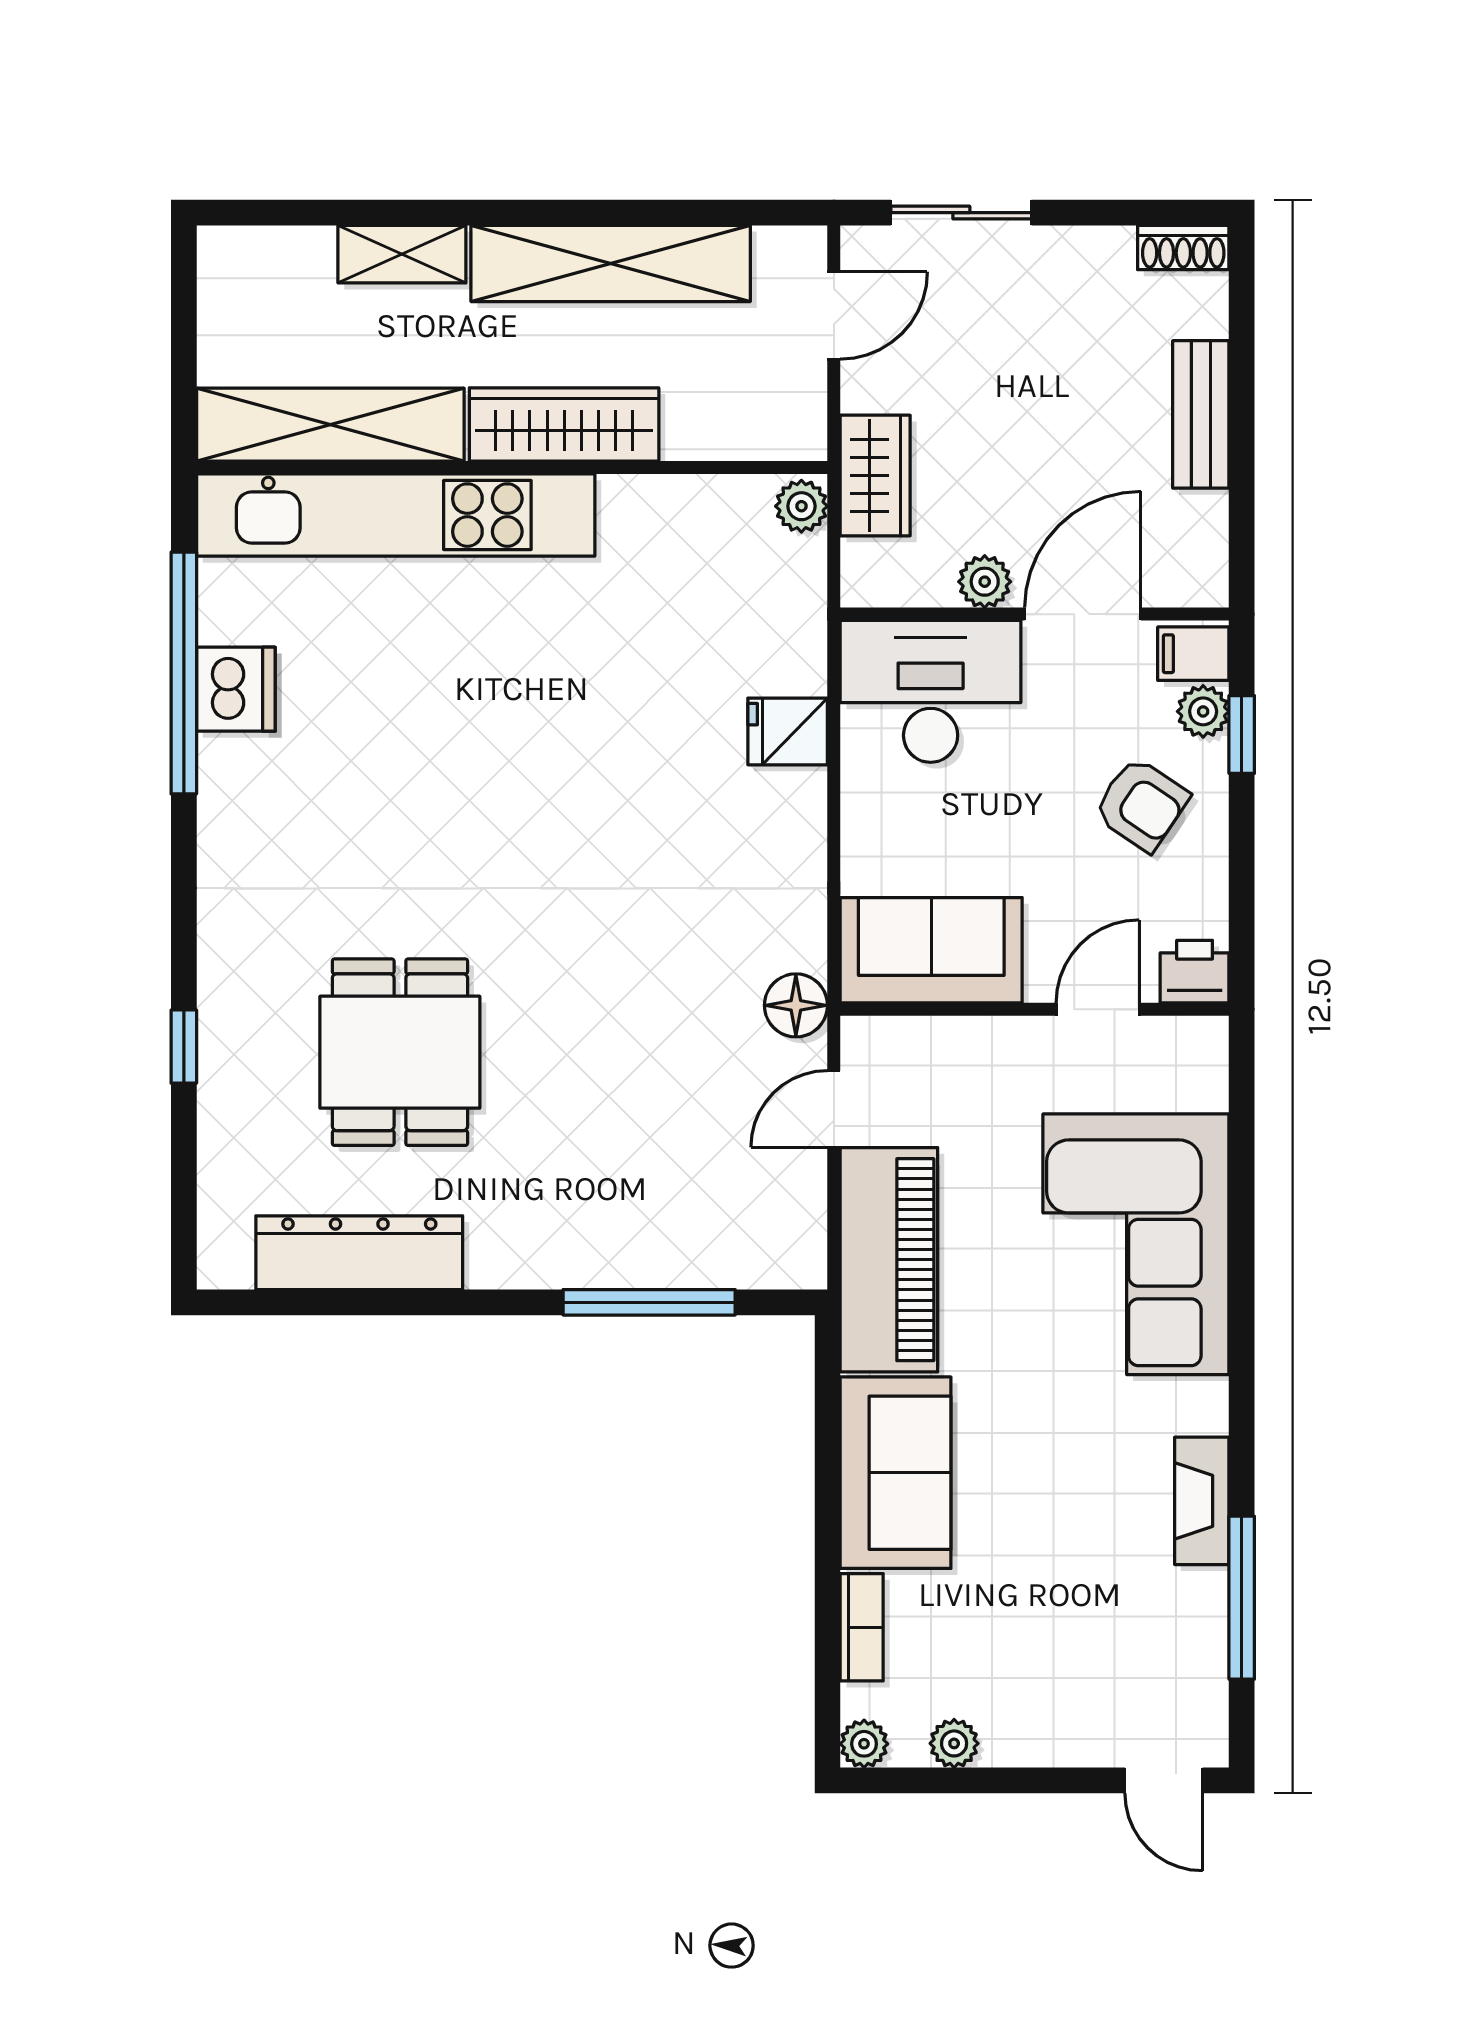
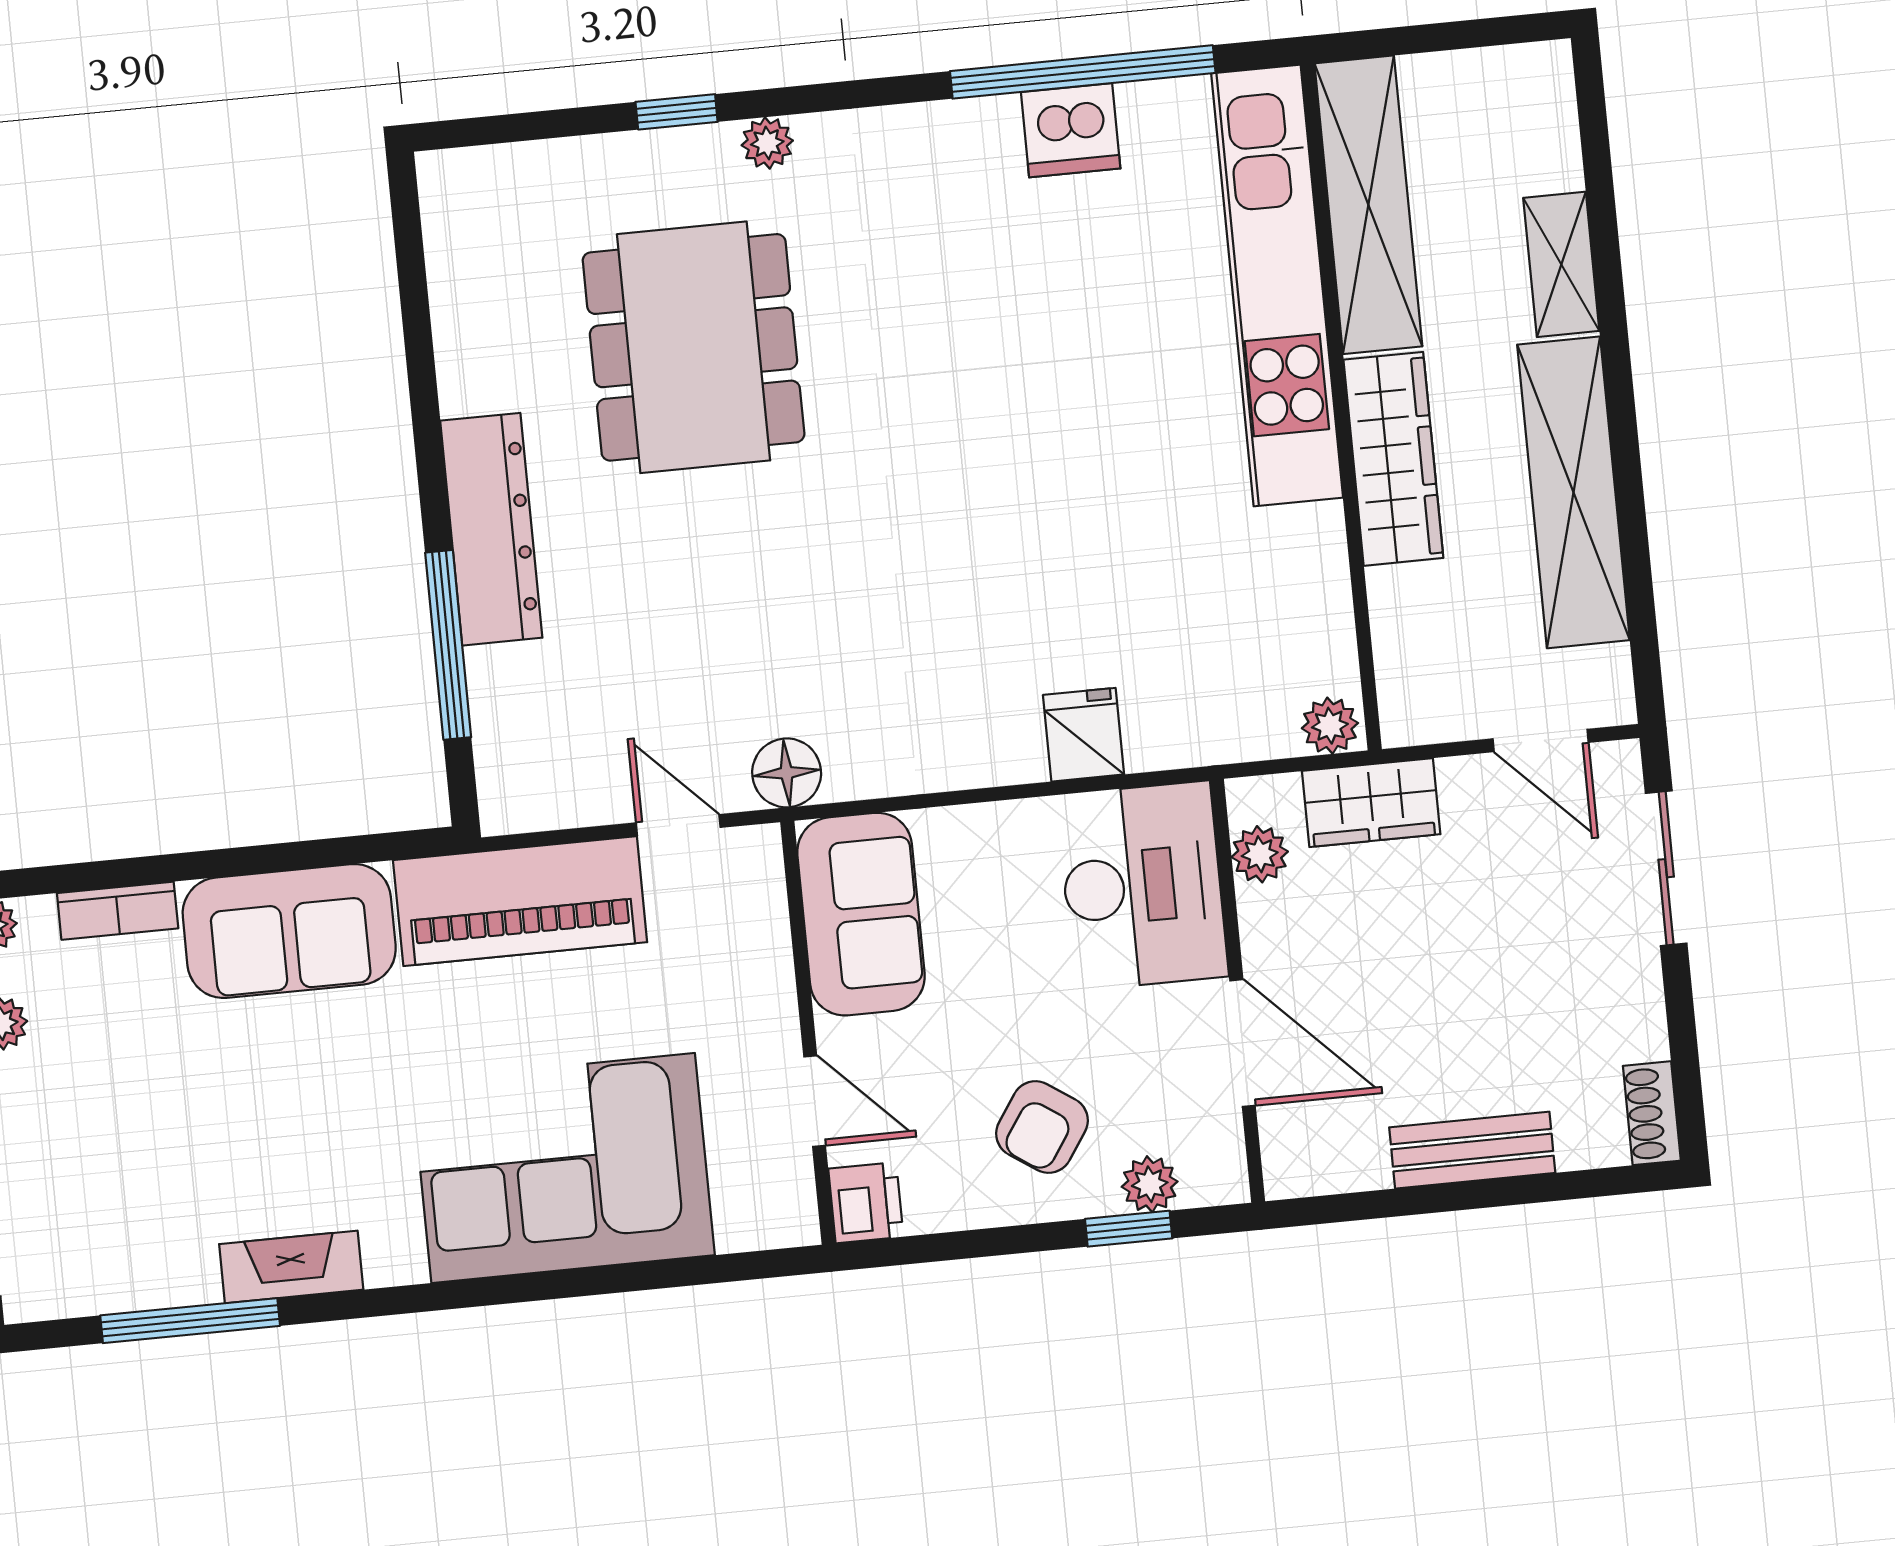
plant: (985, 582) -> (1260, 854), moved
filing cabinet: (1193, 654) -> (1211, 1167), removed
plant: (220, 967) -> (767, 143), added
dining table: (400, 1052) -> (694, 347), width x1.38
dresser: (359, 1253) -> (491, 529), moved

